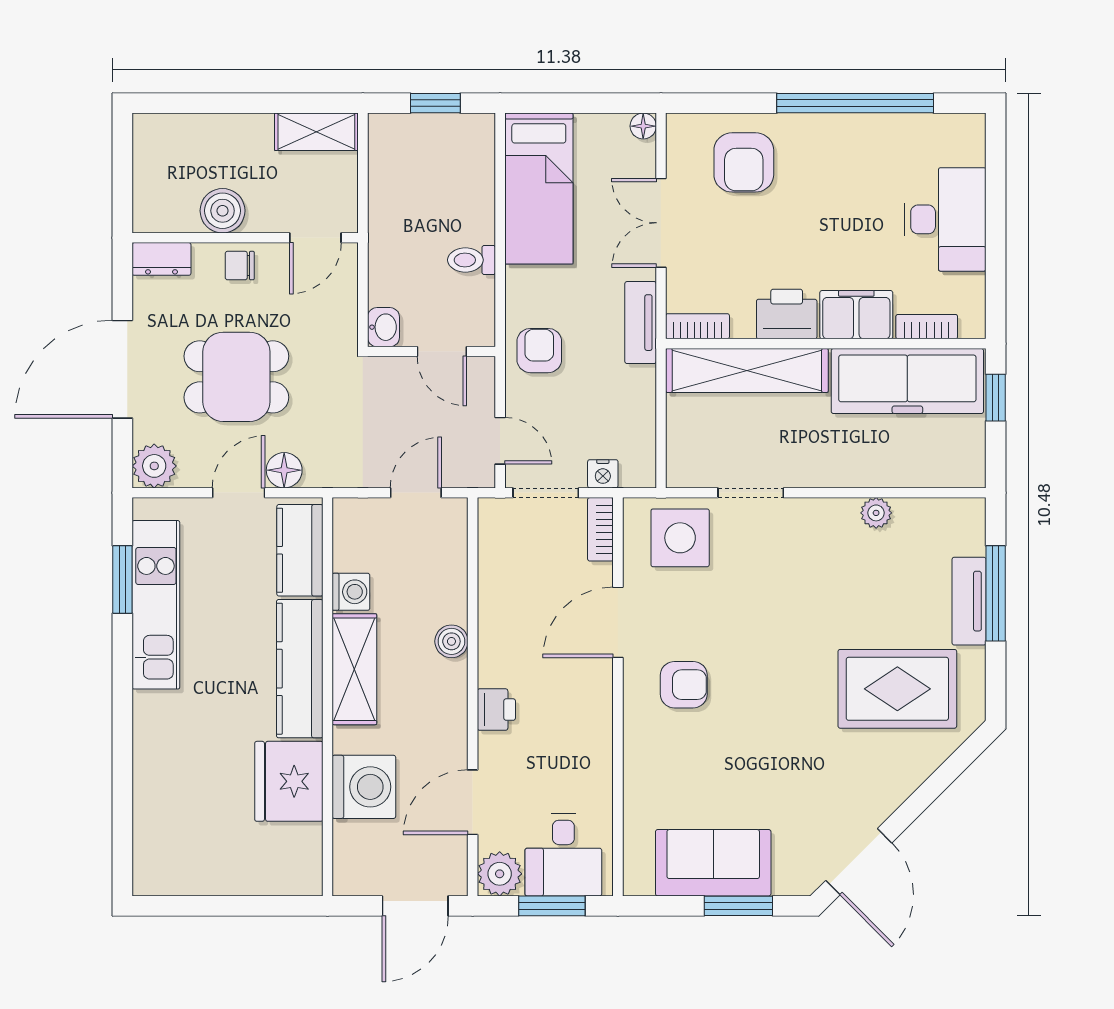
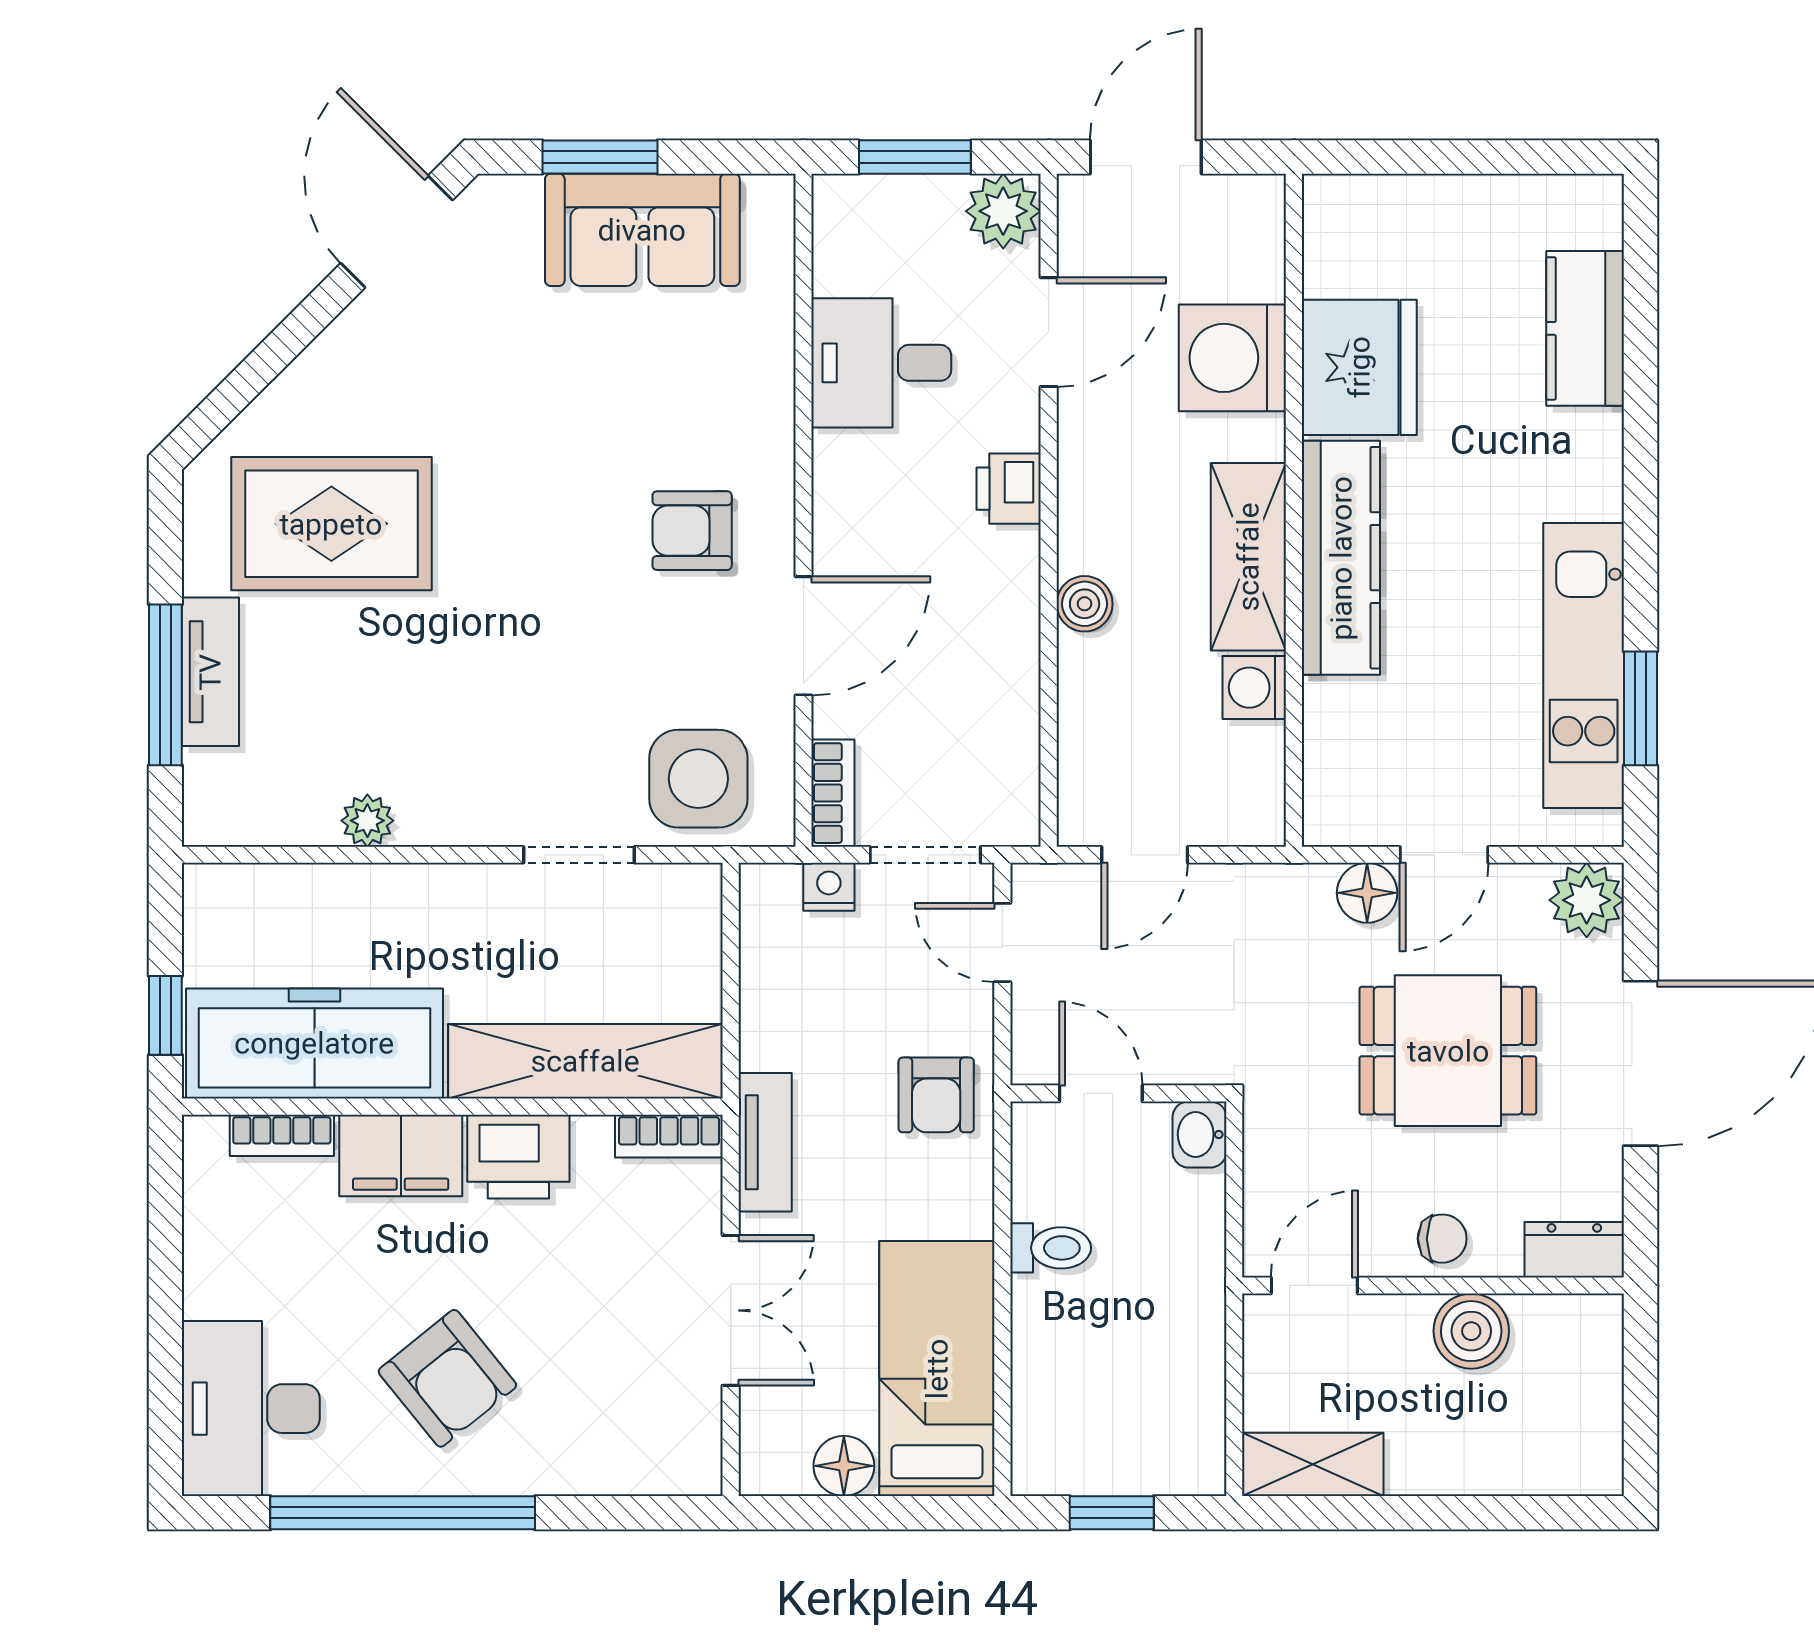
floor lamp: (643, 126) -> (844, 1466), moved, width x1.37, depth x1.37
armchair: (744, 162) -> (447, 1378), moved, turned 141
desk: (945, 219) -> (251, 1409), moved
kitchen counter: (300, 550) -> (1585, 328), moved, turned 180
desk: (563, 855) -> (881, 363), moved, turned -90

